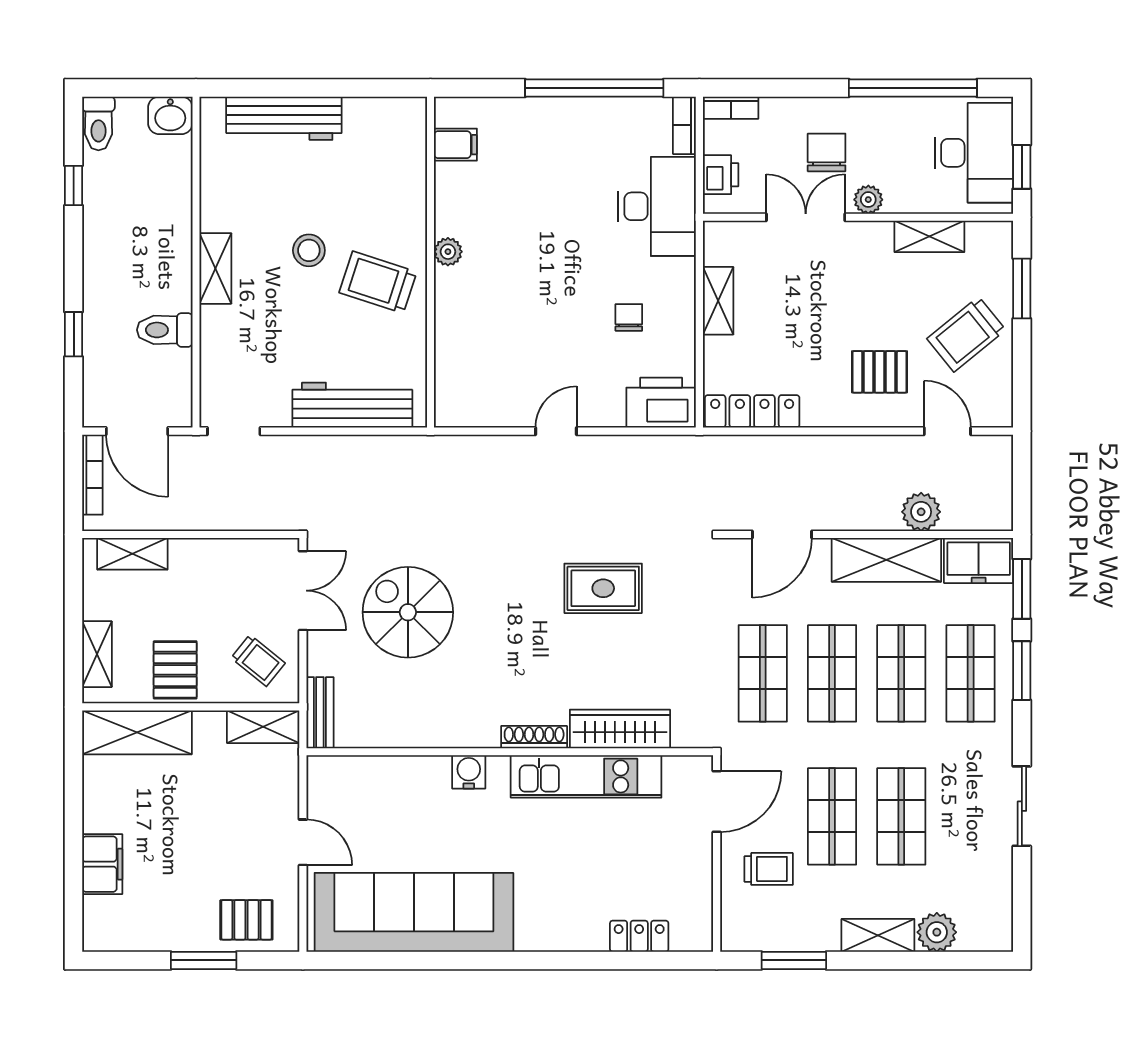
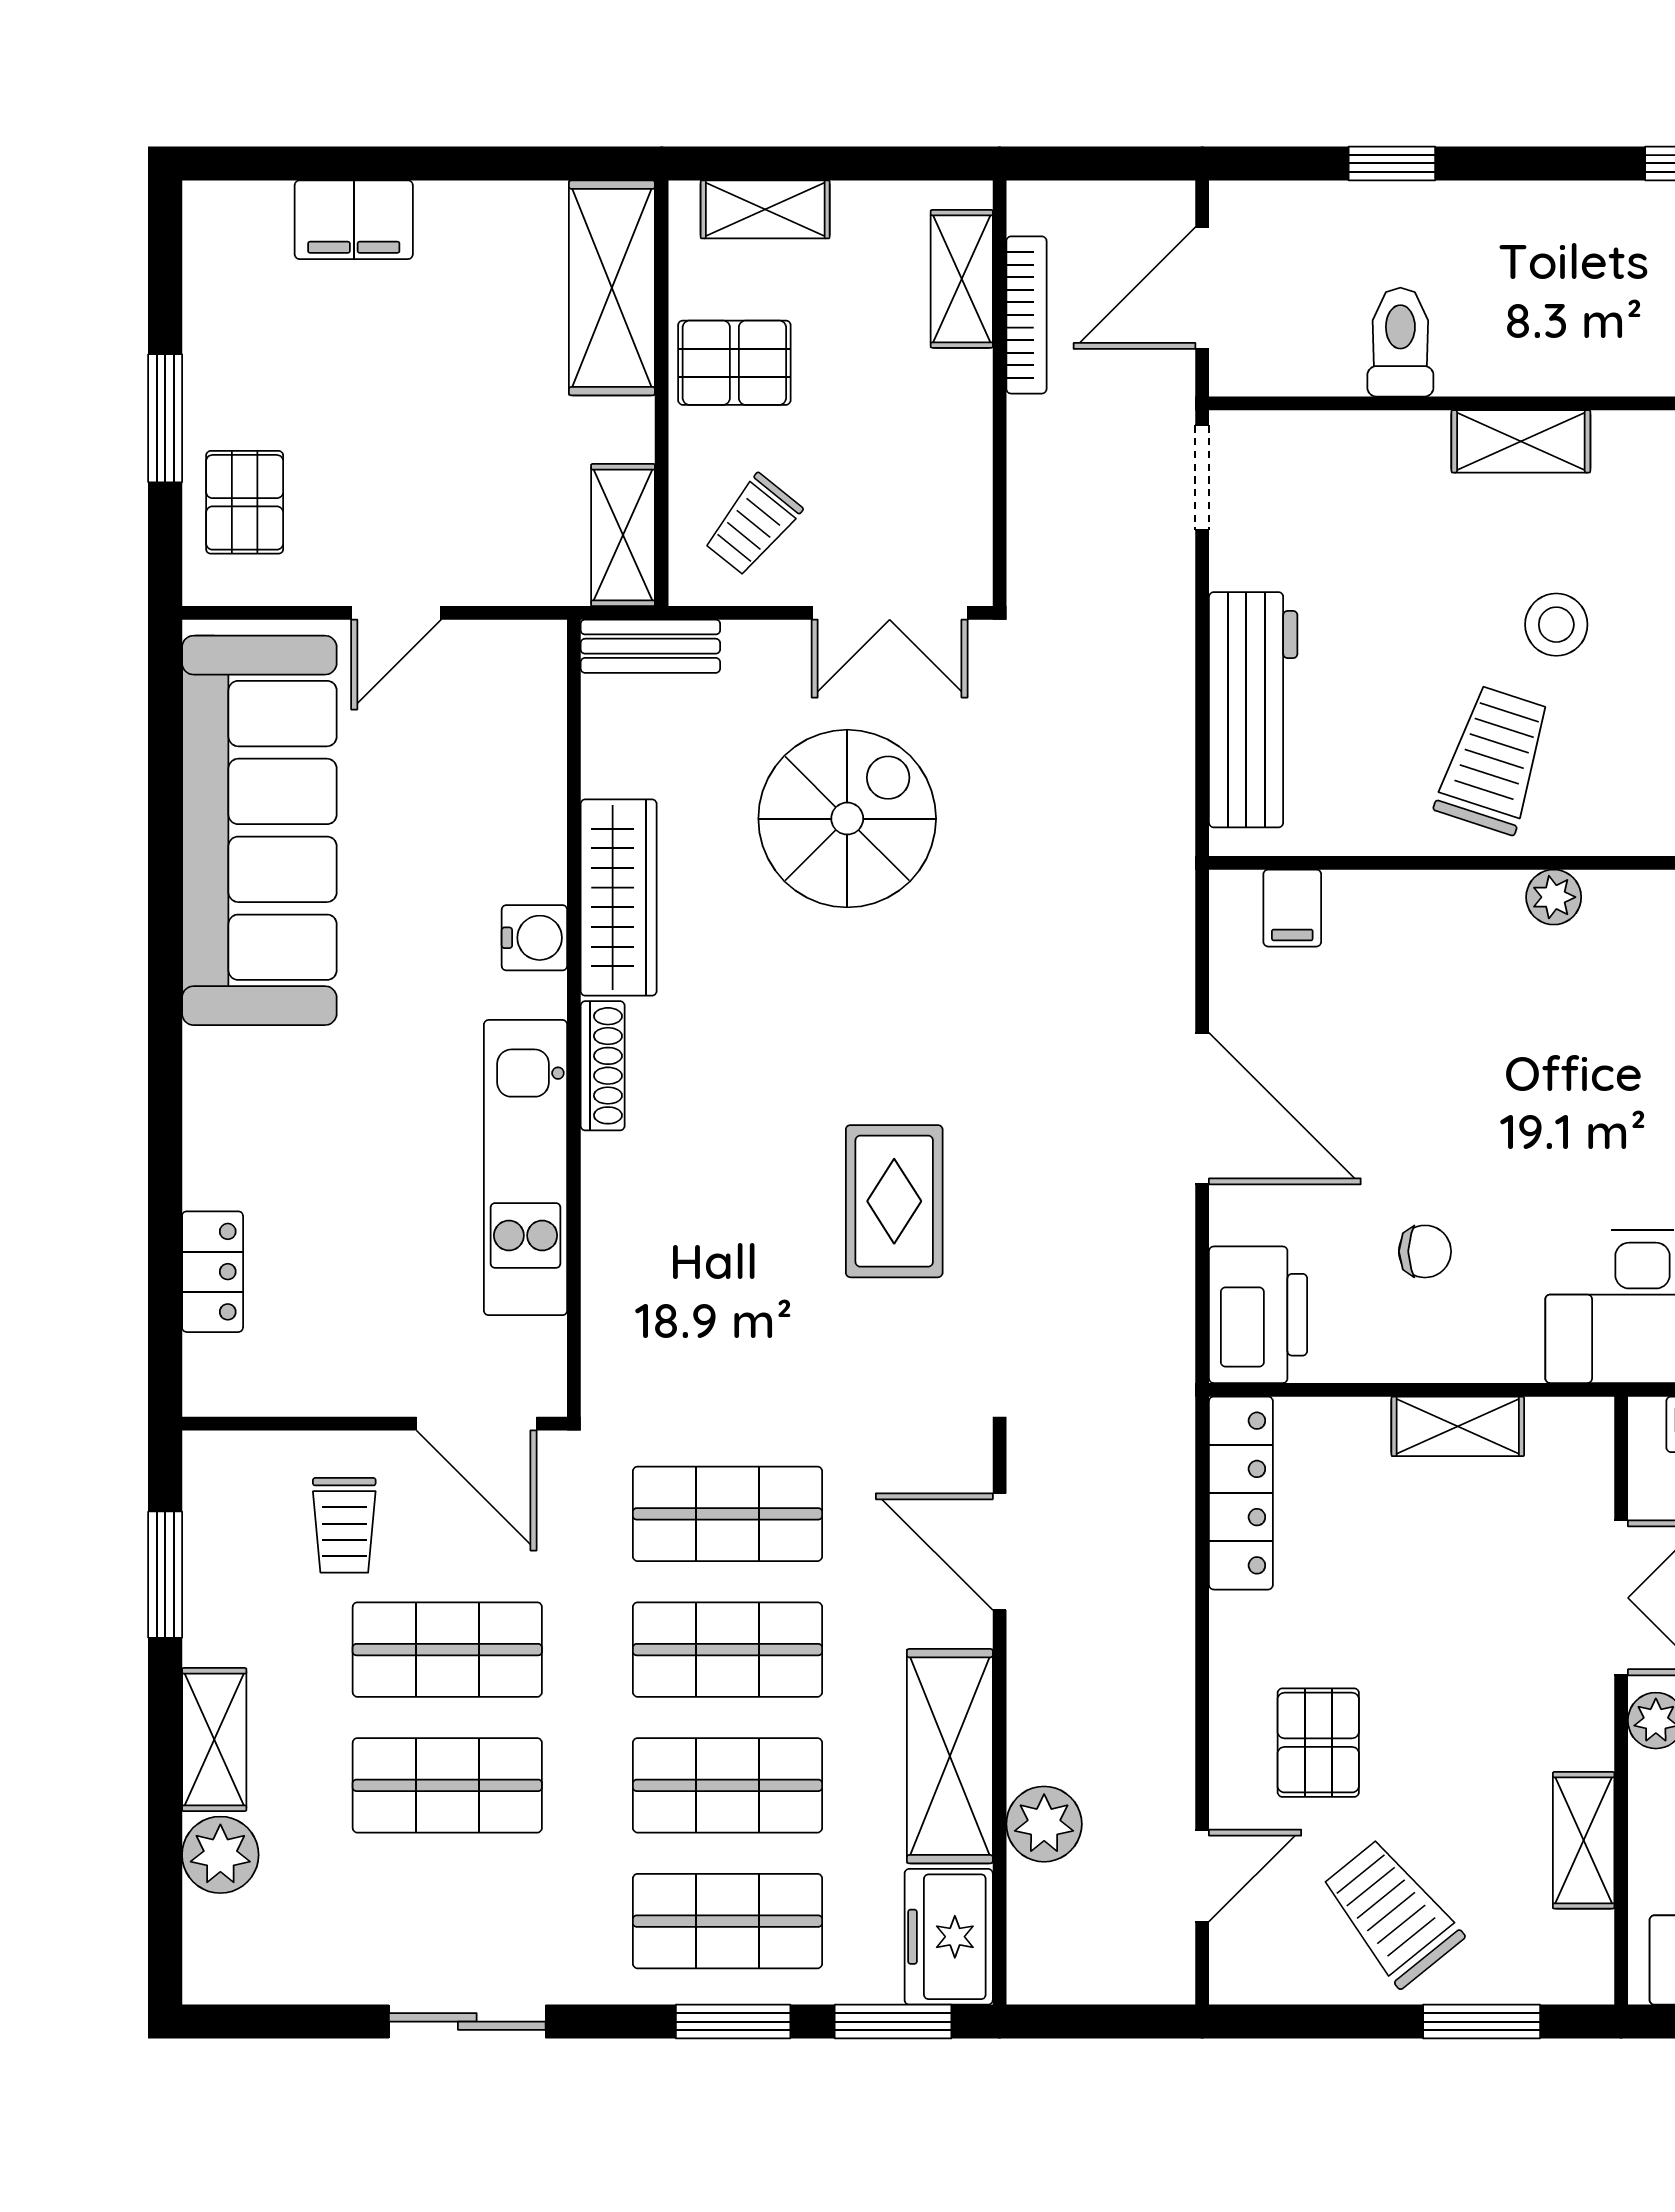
filing cabinet: (454, 385) -> (1292, 908), added
door: (556, 431) -> (1202, 1109), width x1.87
bookcase: (92, 475) -> (1026, 315), moved, turned -90
wardrobe: (620, 729) -> (619, 898), moved

